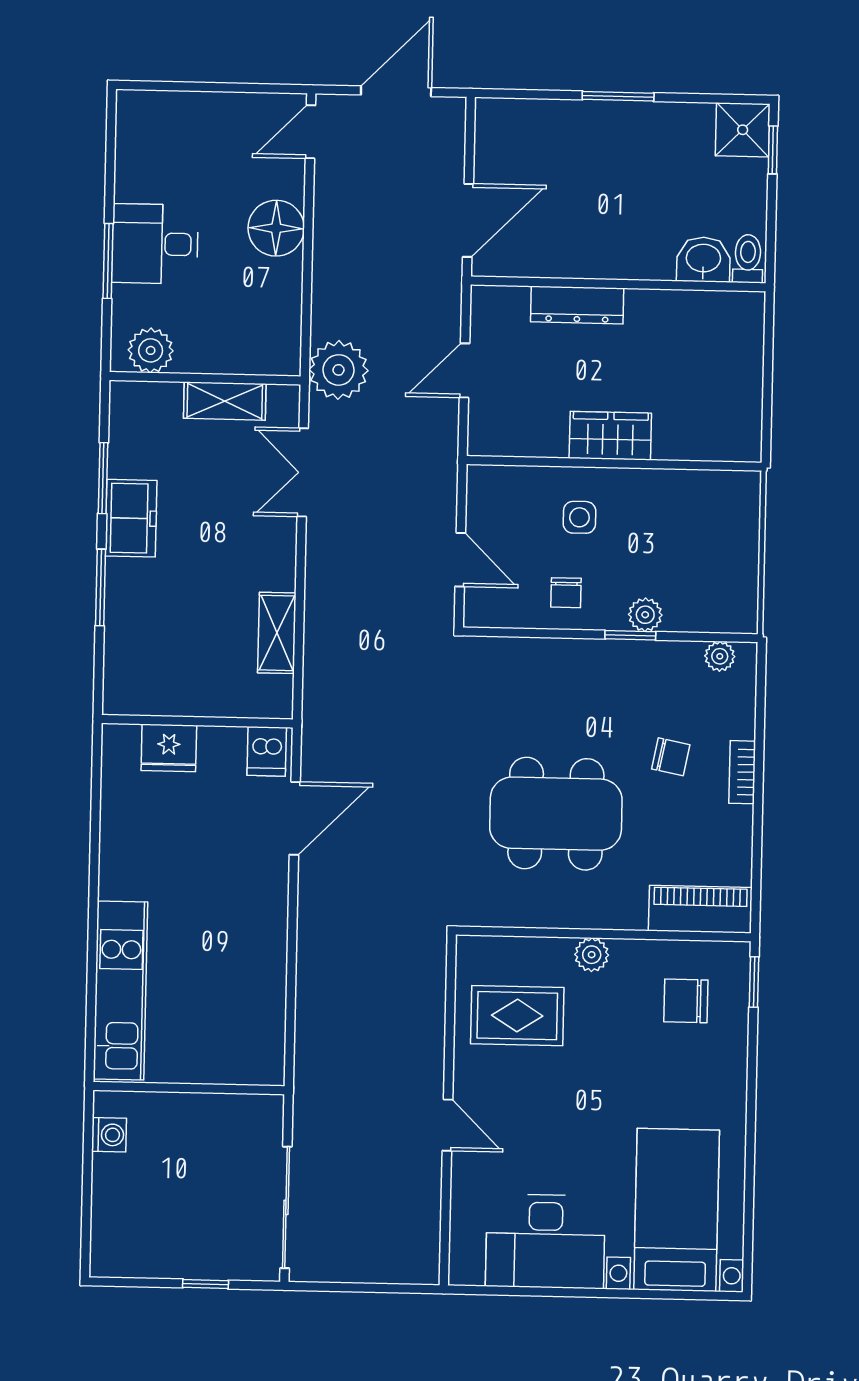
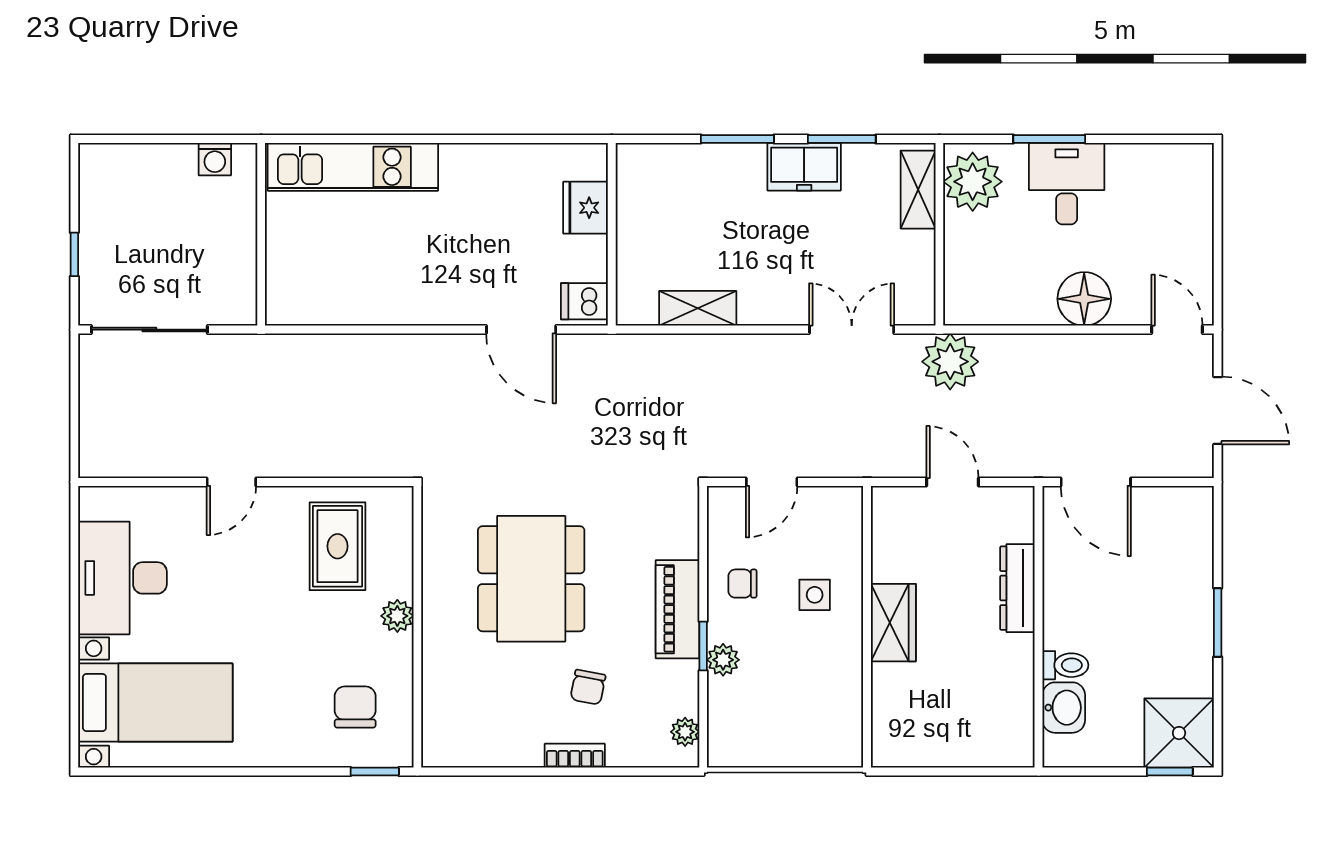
shower: (743, 130) -> (1179, 733), width x1.36, depth x1.36
toilet: (748, 259) -> (1065, 665), moved
plant: (151, 350) -> (973, 182), width x1.36, depth x1.36
shelving: (225, 401) -> (918, 190), moved
piano: (700, 909) -> (677, 609), moved, turned 180

